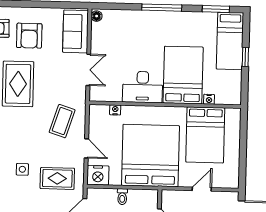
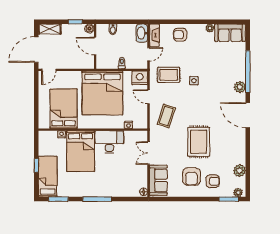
armchair: (29, 36) -> (191, 177), turned 180
door: (202, 189) -> (49, 70), moved

